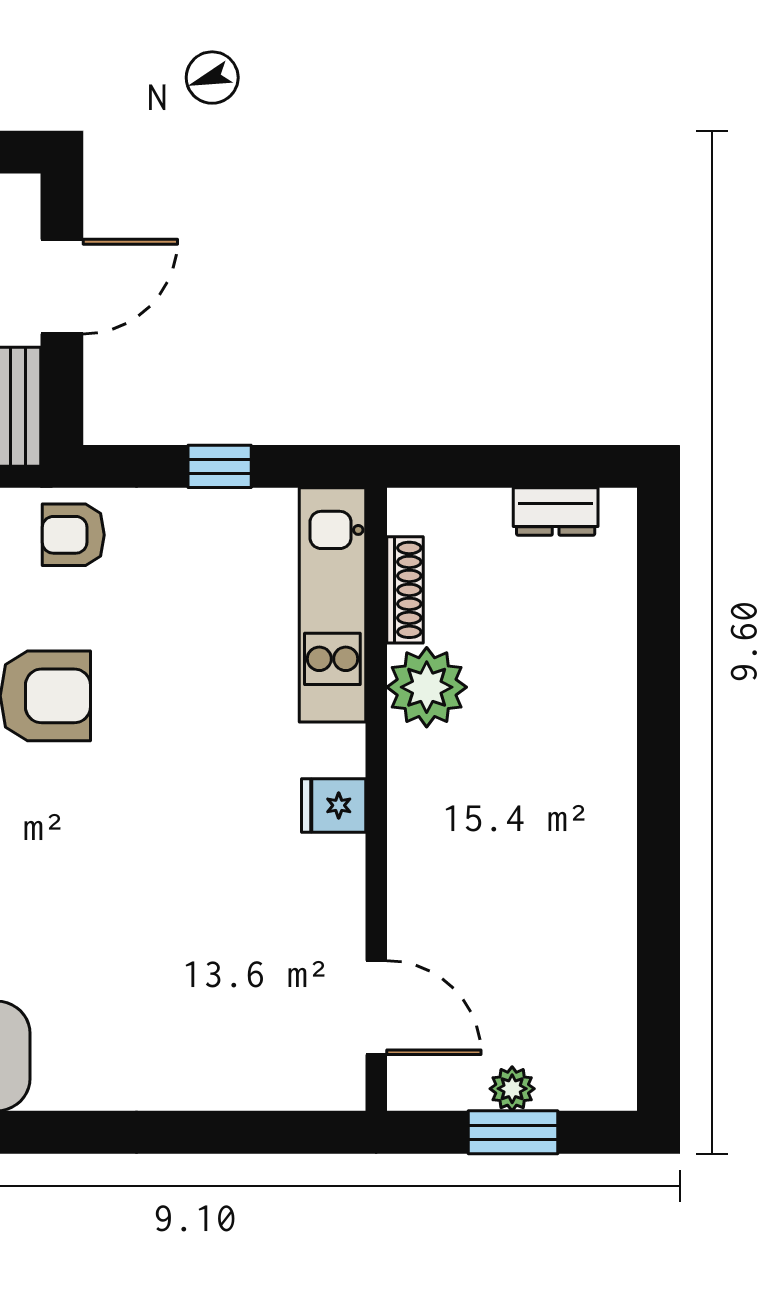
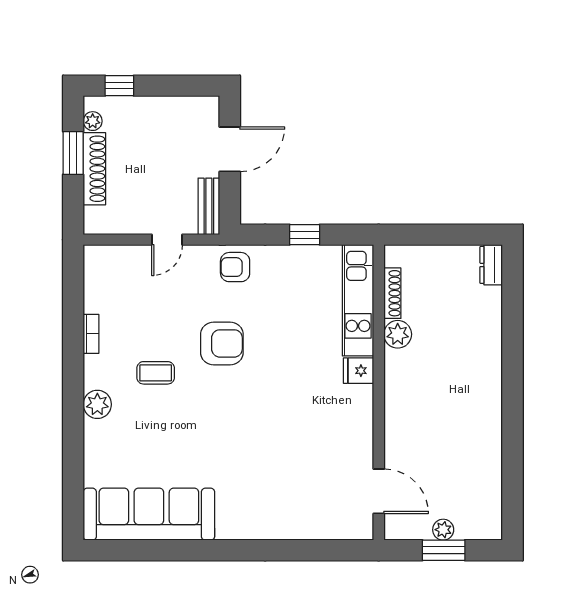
dresser: (556, 512) -> (491, 265), moved, turned 90
plant: (427, 687) -> (398, 334), width x0.73, depth x0.73
fridge: (334, 805) -> (359, 371), moved

